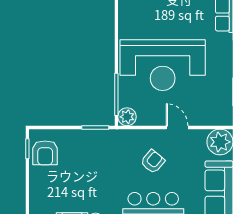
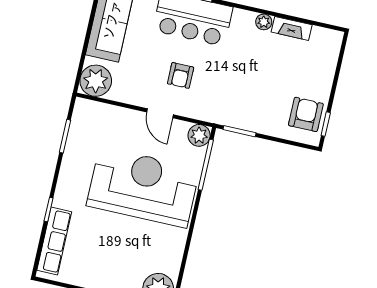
door: (177, 127) -> (160, 113), moved
armchair: (153, 162) -> (181, 75), turned -40

